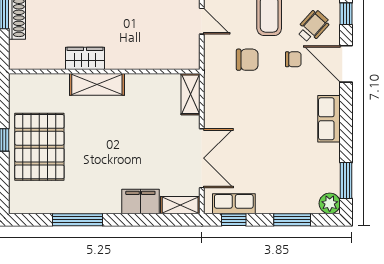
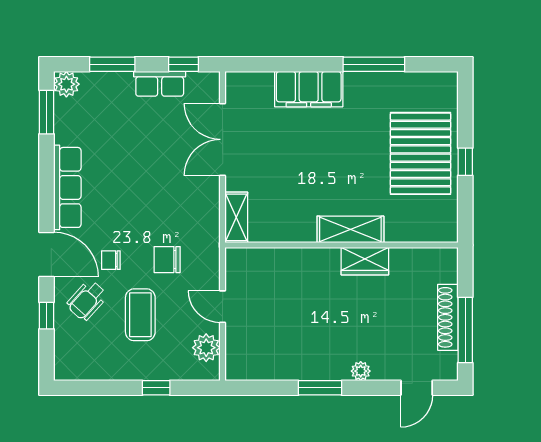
row of seats: (329, 119) -> (67, 187), width x1.48
filing cabinet: (140, 202) -> (309, 89), width x1.50, depth x1.17
row of seats: (234, 204) -> (160, 84), moved
shelving: (180, 205) -> (249, 82), removed

